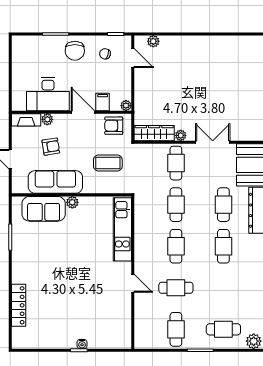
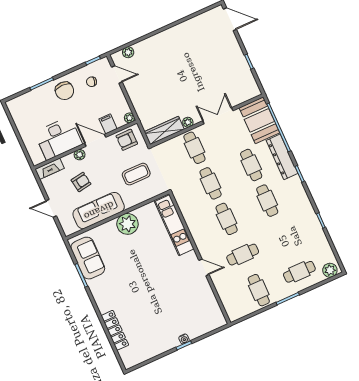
plant: (47, 119) -> (80, 155), moved
plant: (72, 202) -> (127, 224), width x1.88, depth x1.88
sofa: (44, 209) -> (88, 258), moved, turned -90

